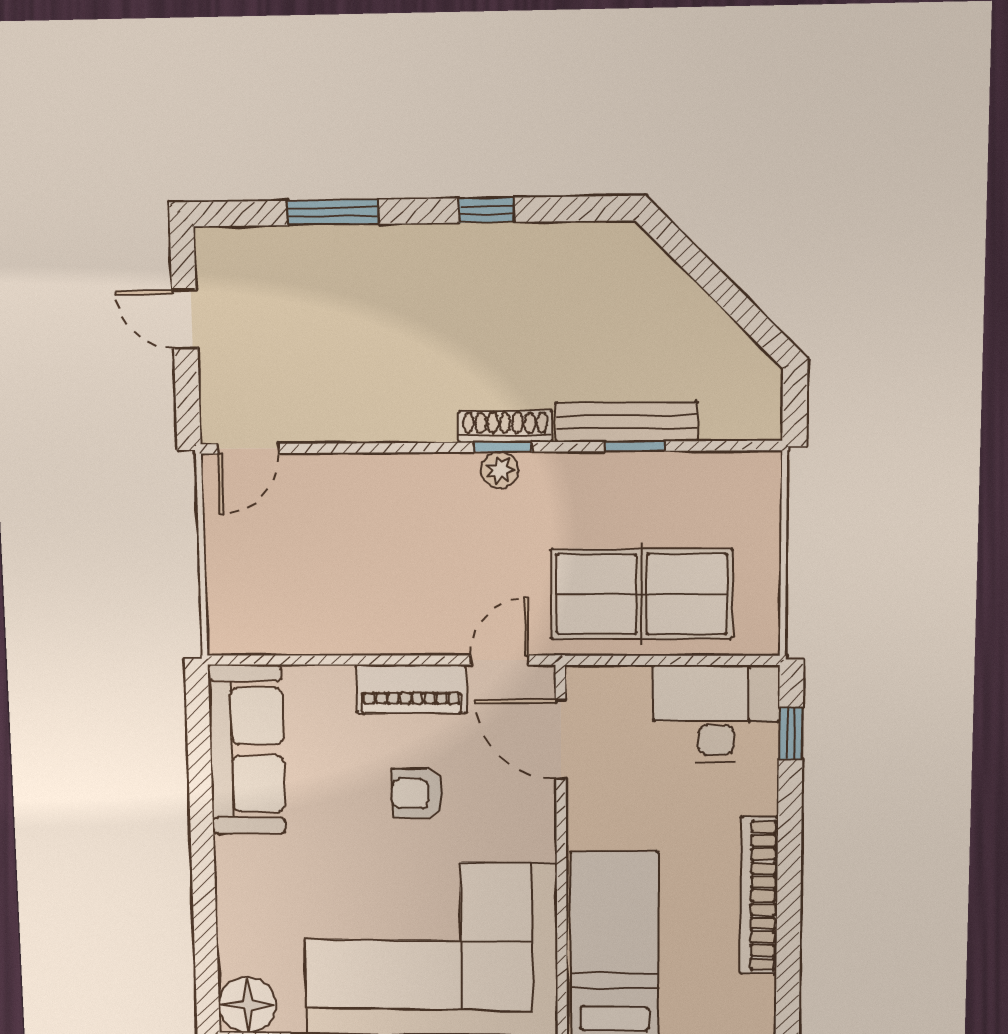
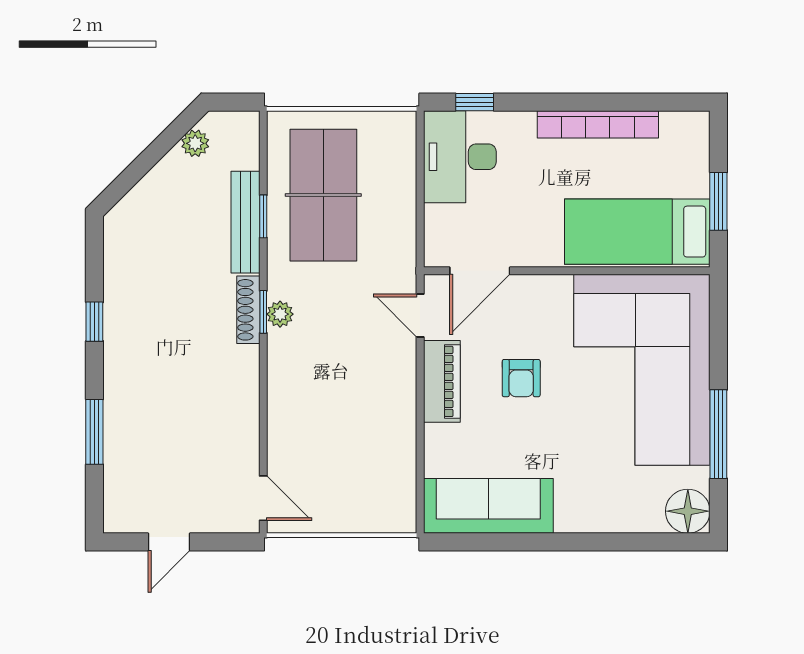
plant: (737, 350) -> (195, 143), added
table tennis table: (641, 594) -> (323, 195), moved

